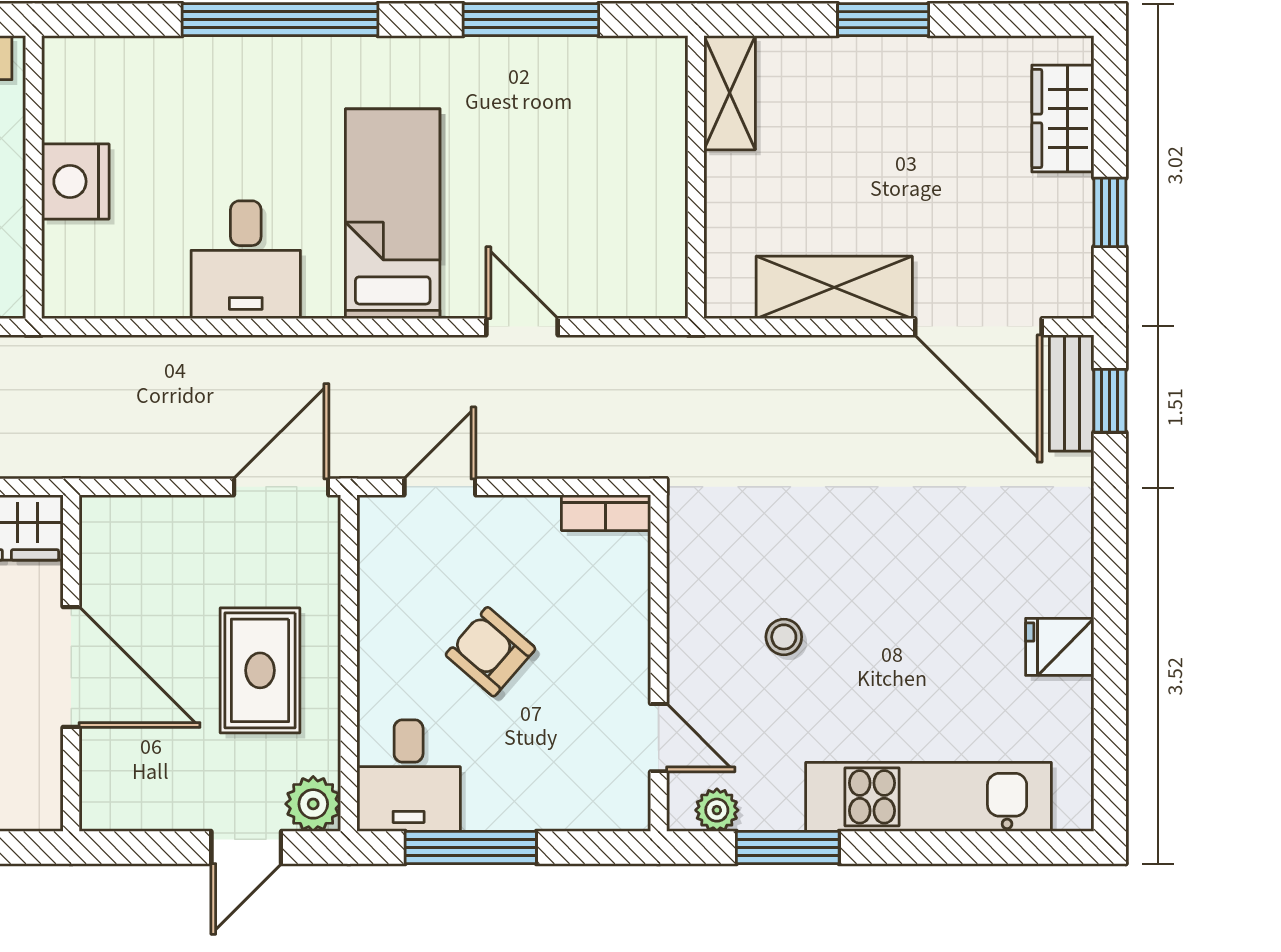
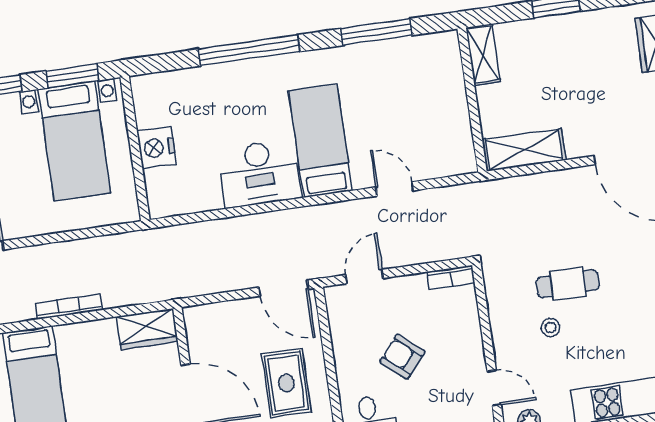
desk: (246, 260) -> (259, 174), width x1.37
shelving: (834, 287) -> (524, 150), moved
door: (281, 487) -> (284, 288), swing flipped
cafe table: (829, 557) -> (568, 284), added

